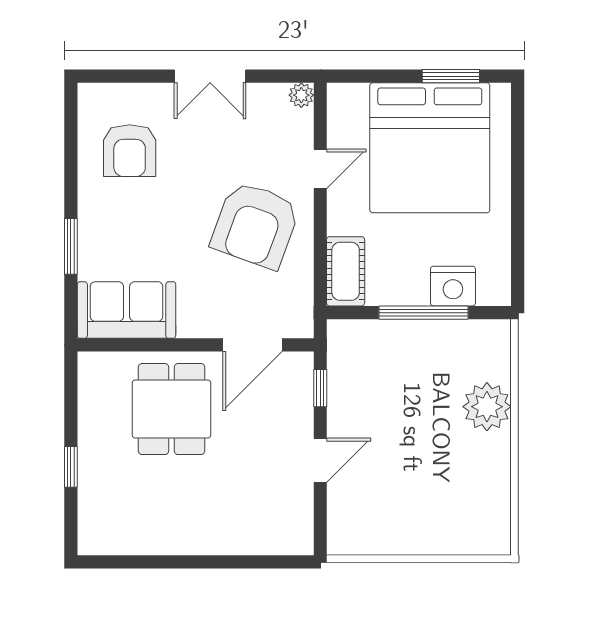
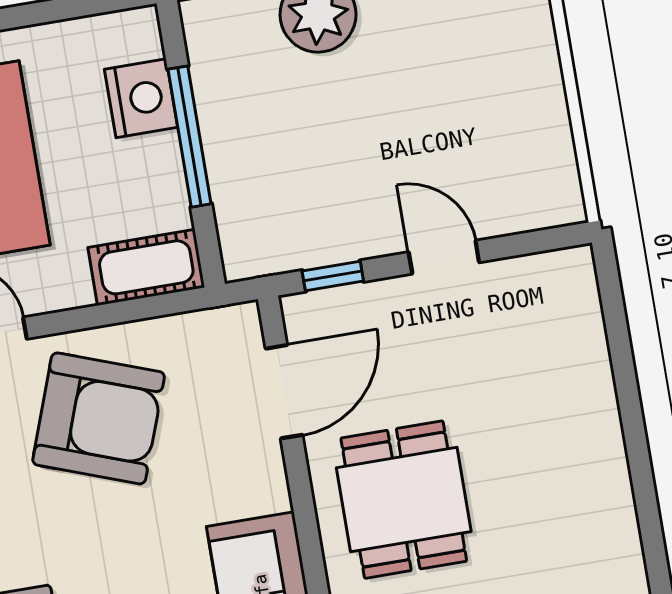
door: (252, 345) -> (284, 392), hinge flipped
dining table: (171, 409) -> (404, 500), turned 90

